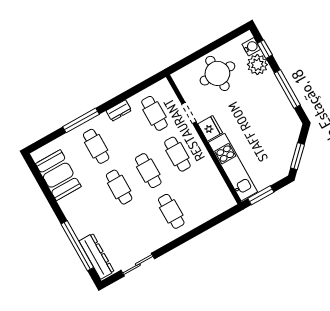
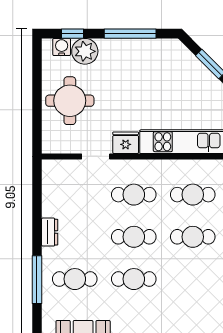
cafe table: (154, 113) -> (193, 195), moved

